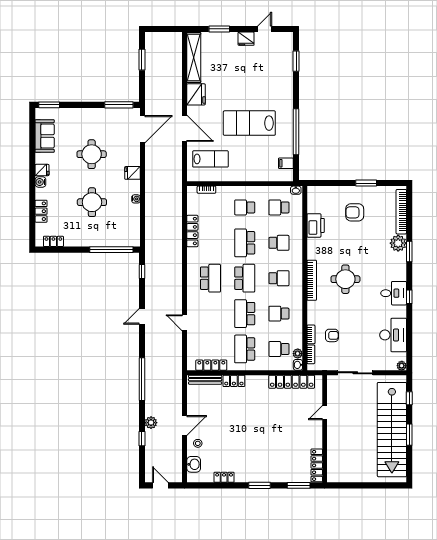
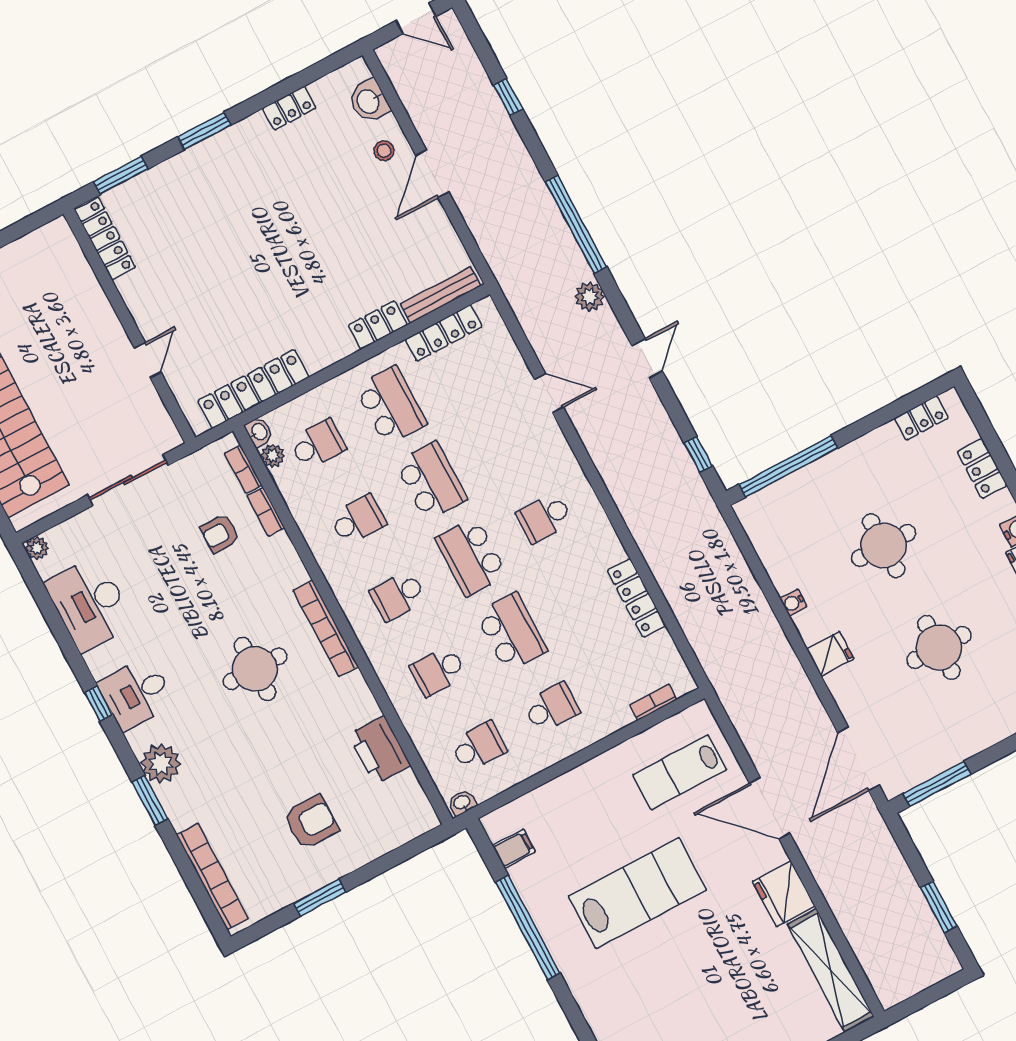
plant: (398, 243) -> (161, 763), moved
school desk: (210, 278) -> (544, 518), width x0.54
plant: (151, 423) -> (590, 297), moved

